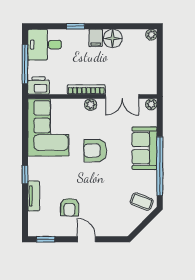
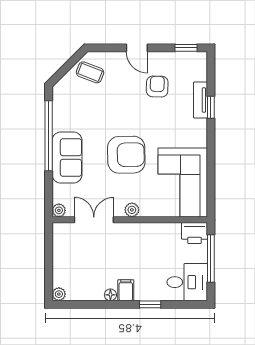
floor lamp: (113, 38) -> (110, 295), width x0.53, depth x0.53
bookcase: (86, 89) -> (137, 228), removed
armchair: (95, 150) -> (126, 155), width x1.36, depth x1.36
window: (25, 175) -> (211, 107), moved
coffee table: (142, 202) -> (90, 72), moved

